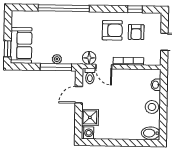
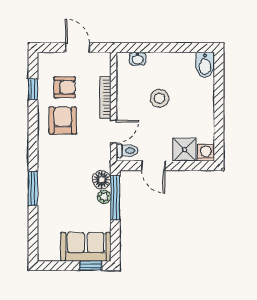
window: (64, 8) -> (33, 189), width x0.47
floor lamp: (89, 58) -> (102, 180), moved
stool: (152, 107) -> (159, 98), moved

